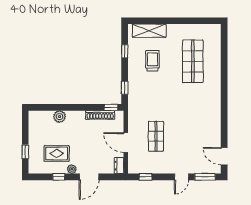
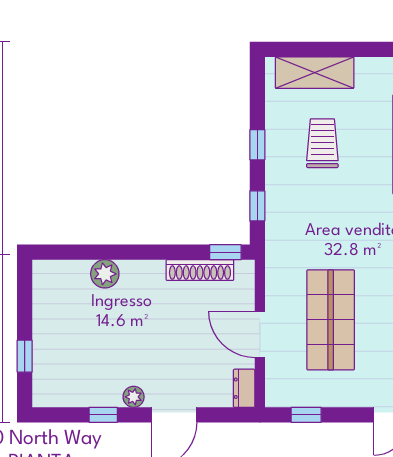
window: (125, 51) -> (257, 145), moved
shop shelf: (156, 136) -> (331, 320), width x1.43, depth x1.36
rug: (57, 153) -> (98, 360), removed

